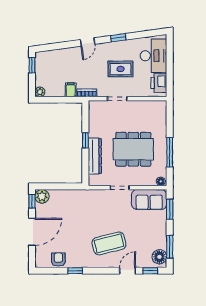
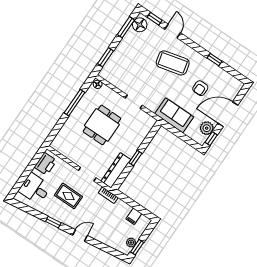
desk: (153, 56) -> (35, 189), width x0.73
filing cabinet: (71, 90) -> (134, 216), moved
plant: (40, 92) -> (131, 243), moved
dining table: (133, 149) -> (102, 125), width x0.73
dresser: (95, 156) -> (116, 170), moved
plant: (42, 196) -> (207, 128), moved
sofa: (149, 200) -> (174, 115), moved
armchair: (58, 259) -> (200, 88), moved
door: (128, 271) -> (173, 31), swing flipped

